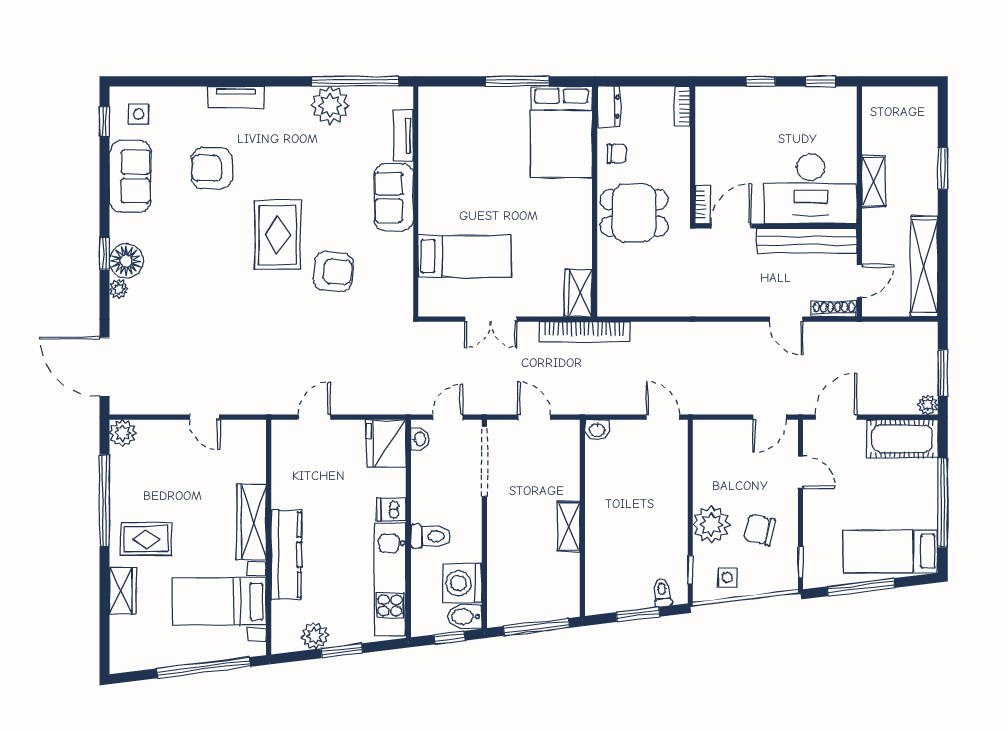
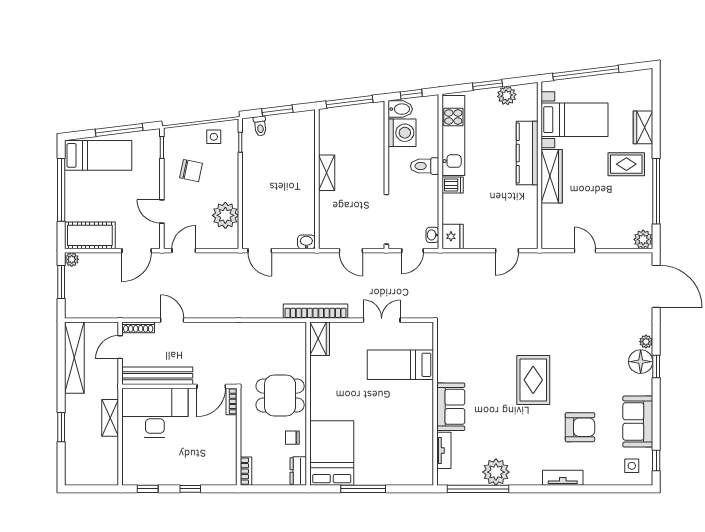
armchair: (333, 271) -> (494, 354), removed
fridge: (386, 444) -> (453, 236), width x0.73, depth x0.75
plant: (711, 525) -> (225, 215), moved

